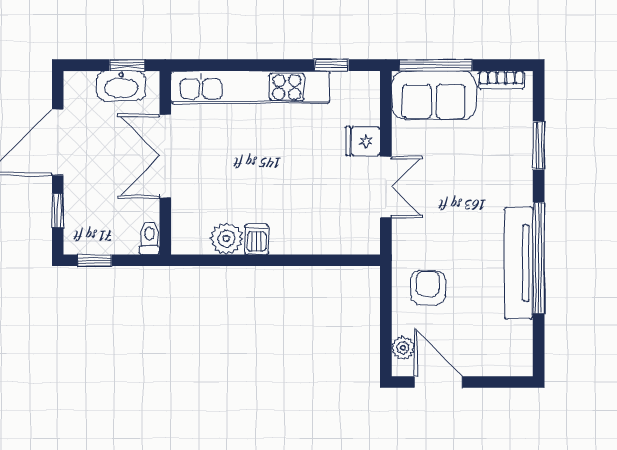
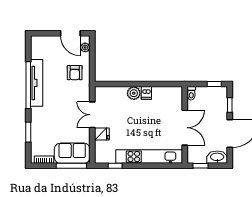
washbasin: (121, 86) -> (217, 157), moved
plant: (226, 239) -> (134, 93), moved

